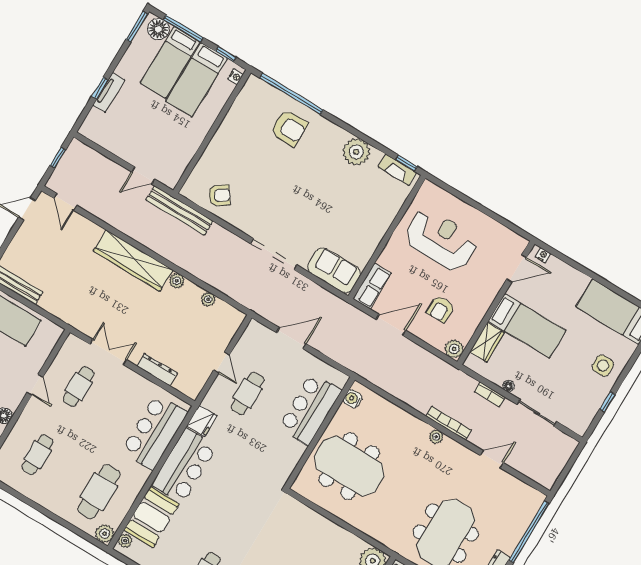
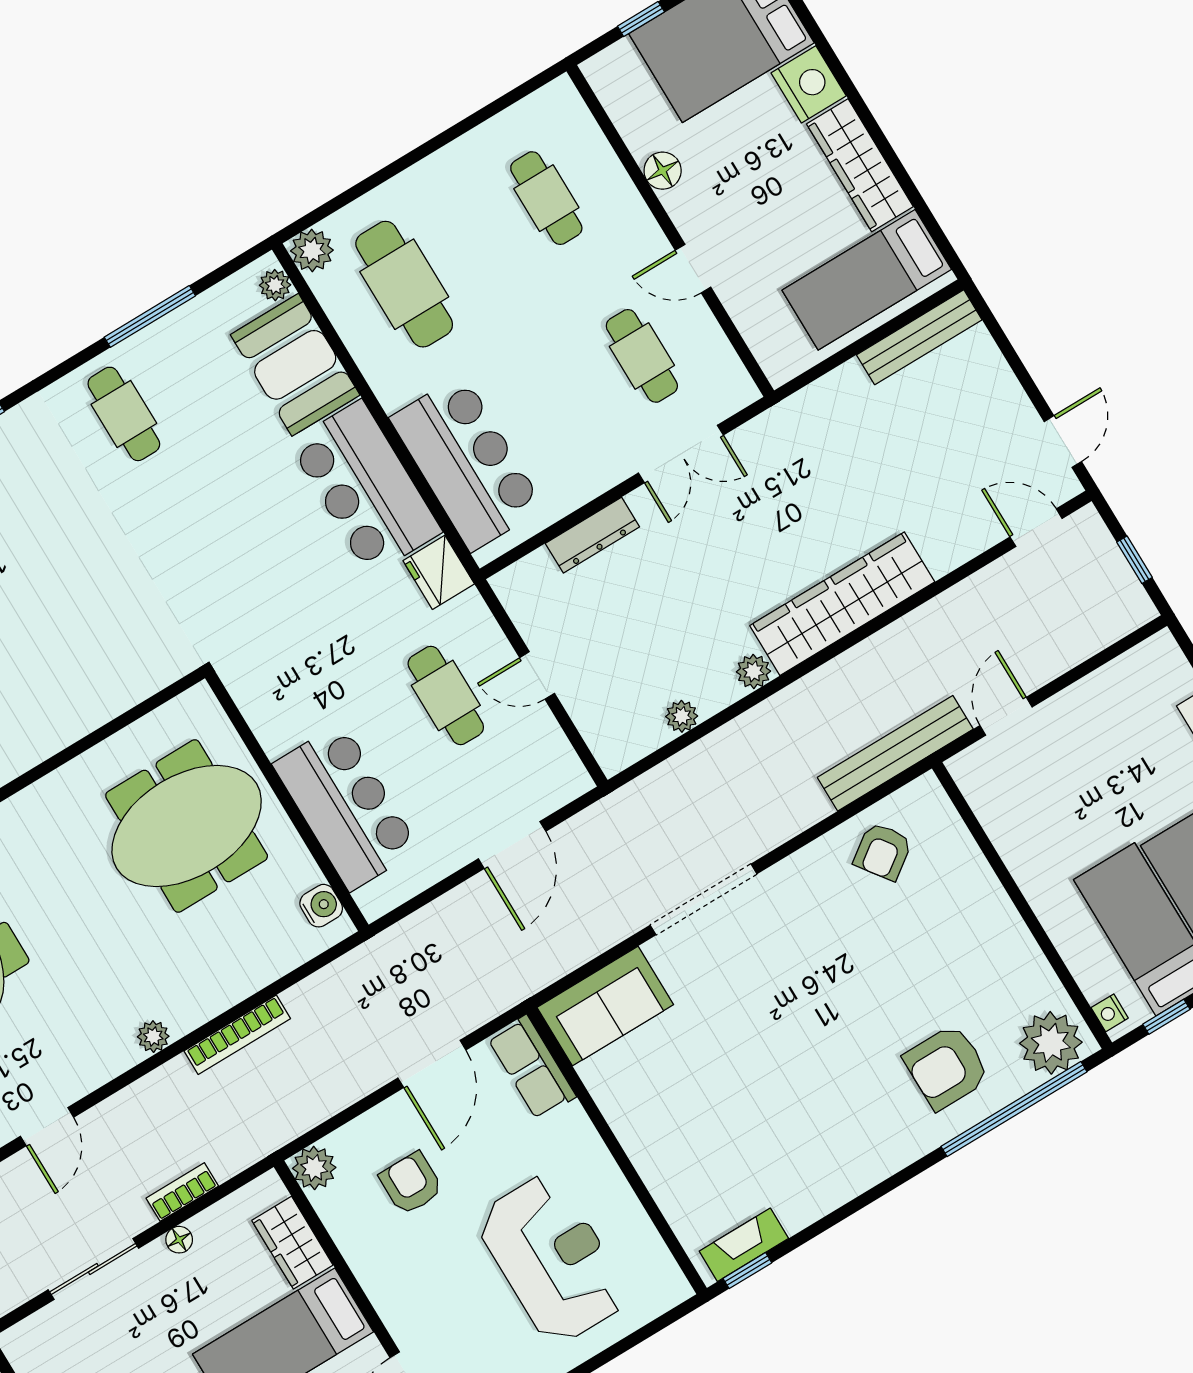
plant: (356, 152) -> (1051, 1043), moved
reception desk: (441, 240) -> (552, 1259), turned -90
bookcase: (449, 423) -> (237, 1035), moved

